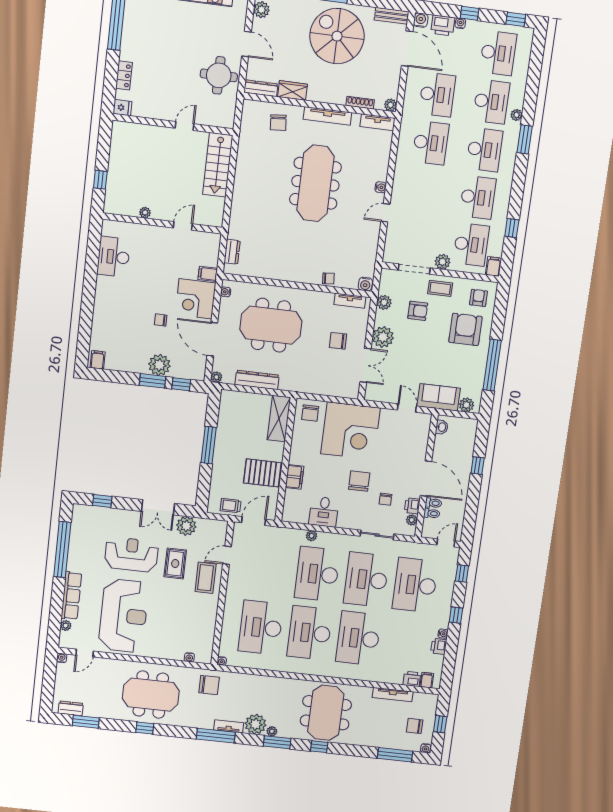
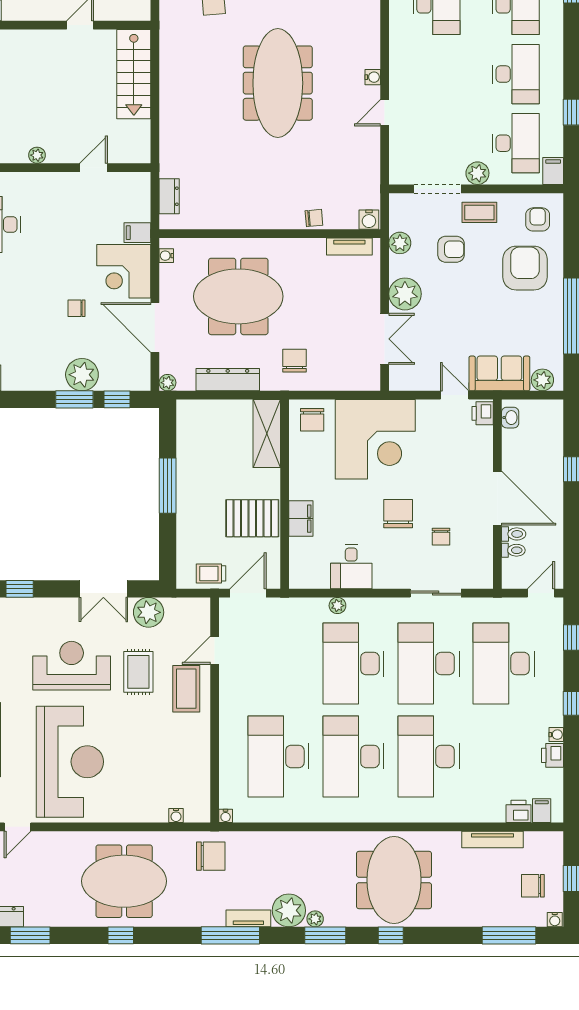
chair: (338, 341) -> (294, 361), moved, turned 91
printer: (412, 506) -> (483, 413), moved
plant: (412, 520) -> (485, 564), removed

